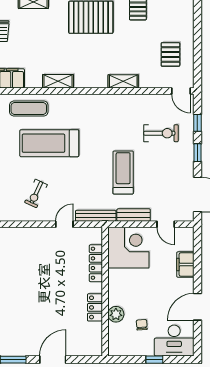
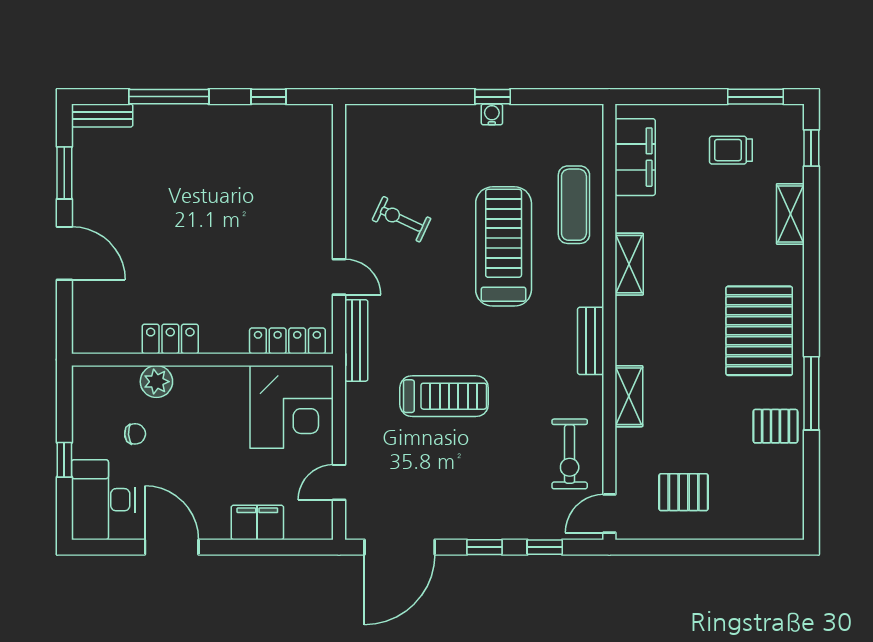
exercise bike: (161, 133) -> (570, 454), moved
bench: (134, 215) -> (591, 341), moved
locker: (96, 263) -> (287, 341), moved

